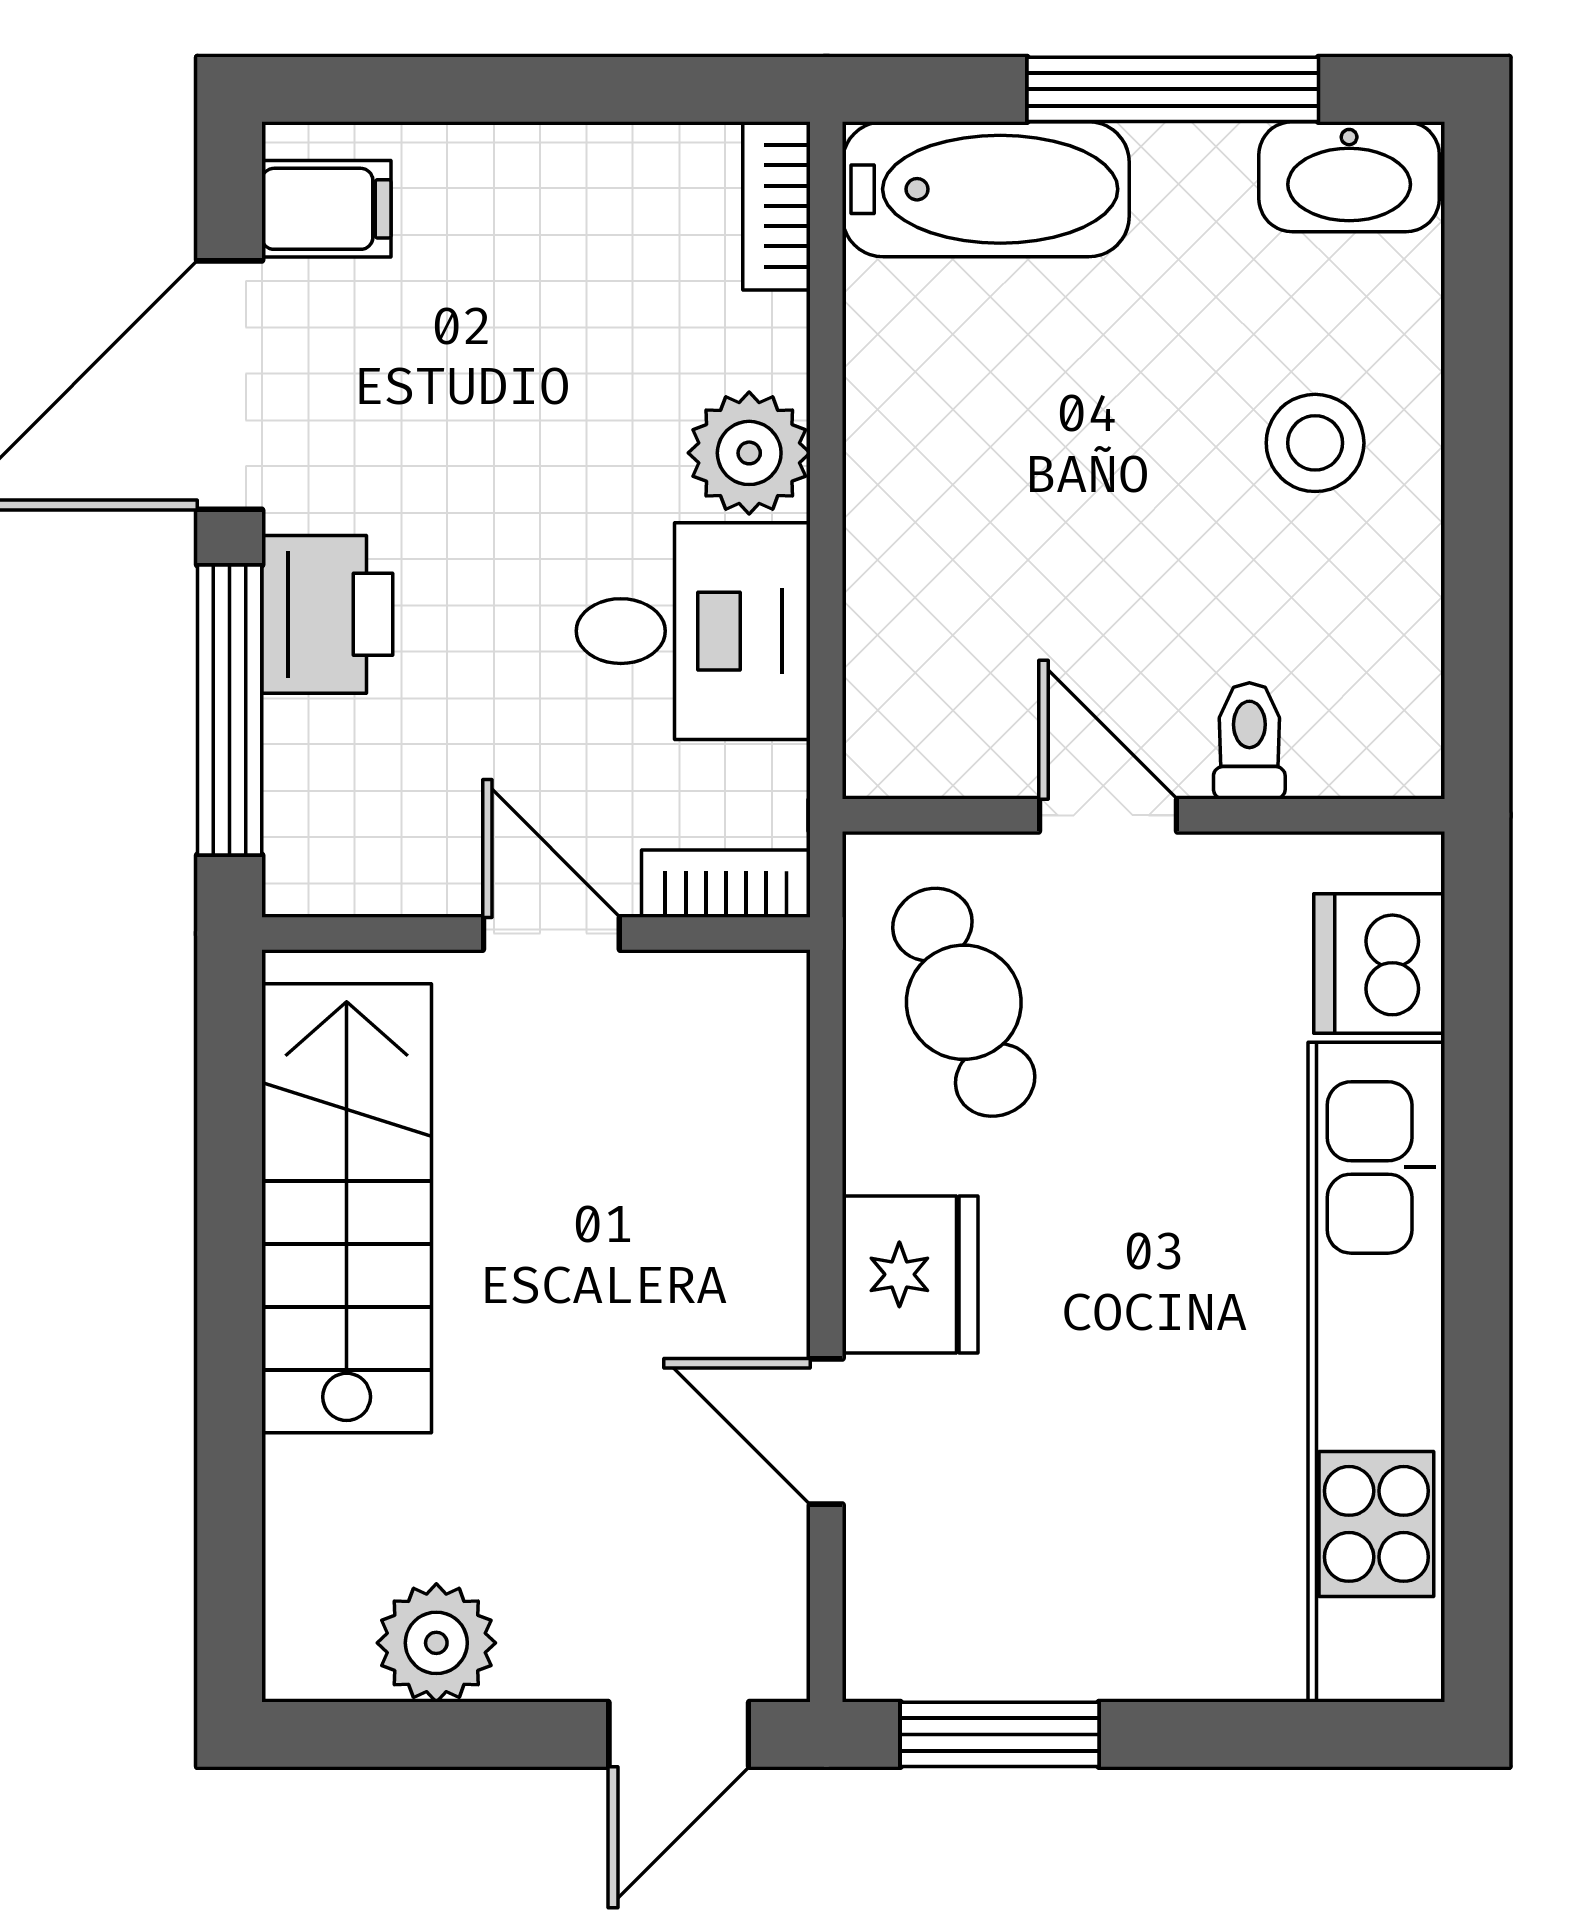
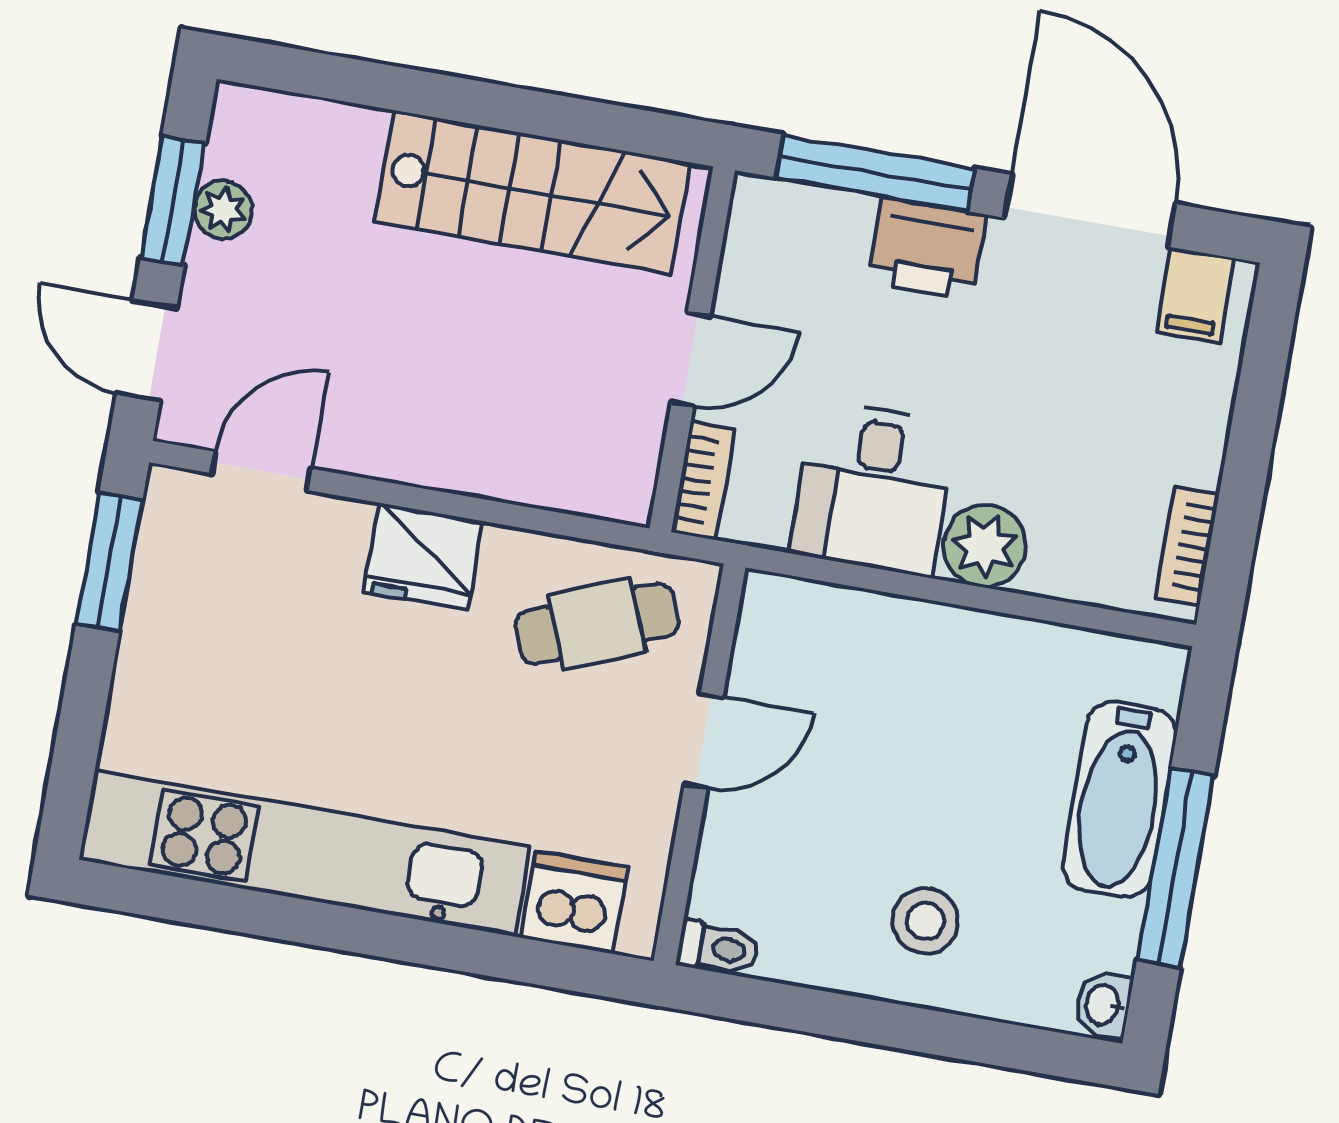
washbasin: (1349, 177) -> (1103, 1005), width x0.52, depth x0.69
bathtub: (986, 189) -> (1120, 799), moved
bookcase: (777, 206) -> (1187, 546), moved, turned -90
toilet: (1249, 741) -> (718, 948), moved
door: (826, 1432) -> (262, 471), moved
plant: (436, 1643) -> (223, 210), width x0.73, depth x0.73
window: (452, 1734) -> (173, 201), added

